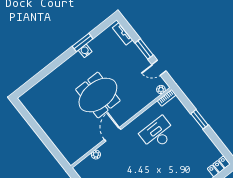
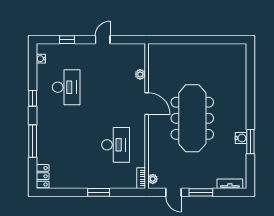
door: (159, 68) -> (174, 192), swing flipped
meeting table: (98, 95) -> (192, 118), width x1.36

